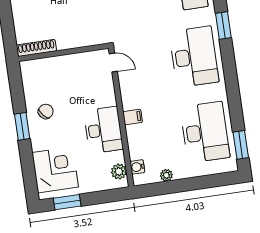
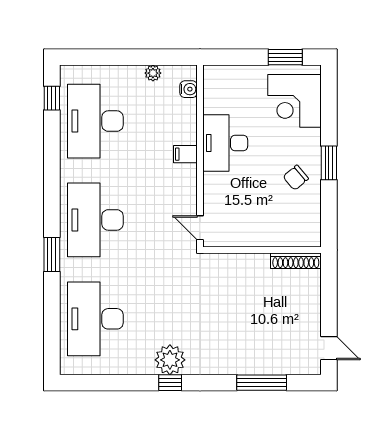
window: (241, 145) -> (52, 98), width x0.67
plant: (119, 172) -> (213, 87), removed

